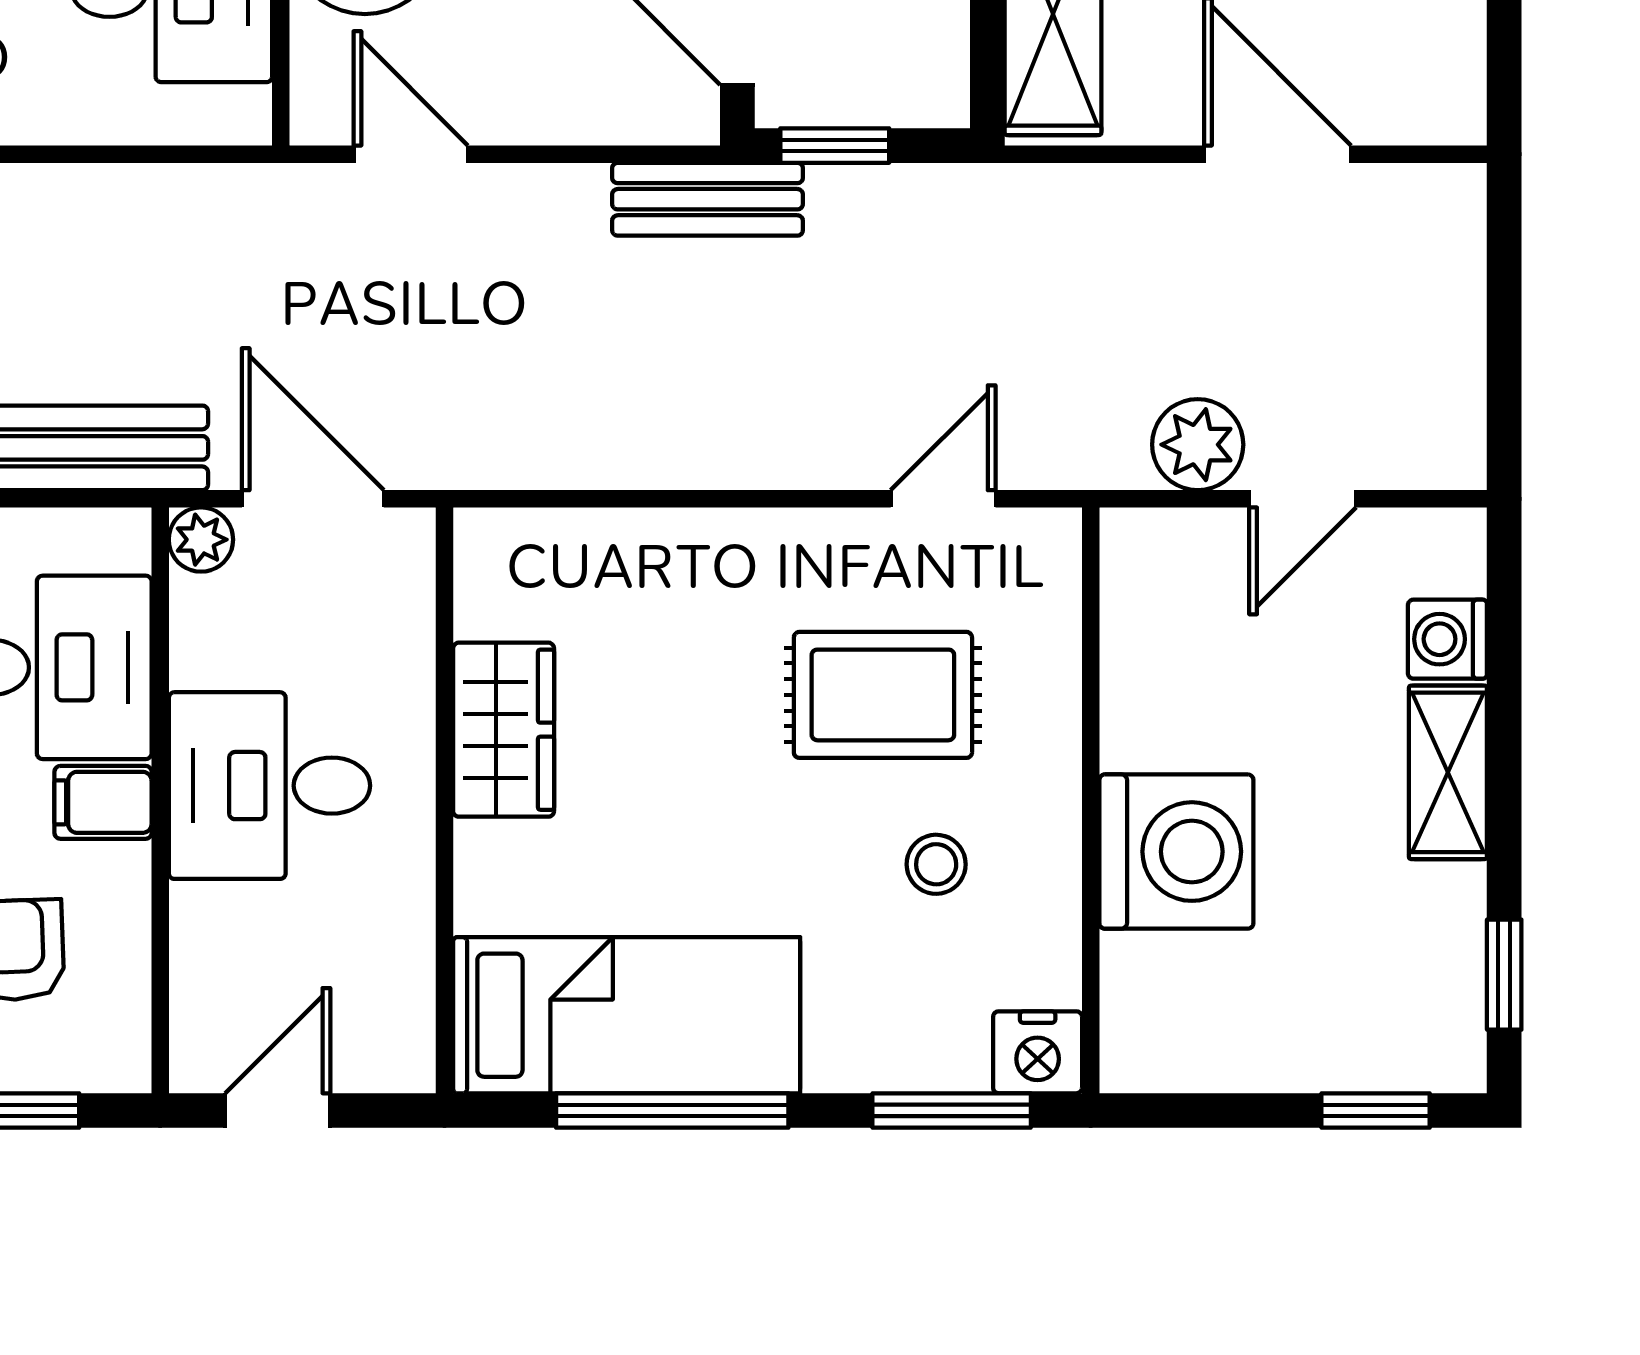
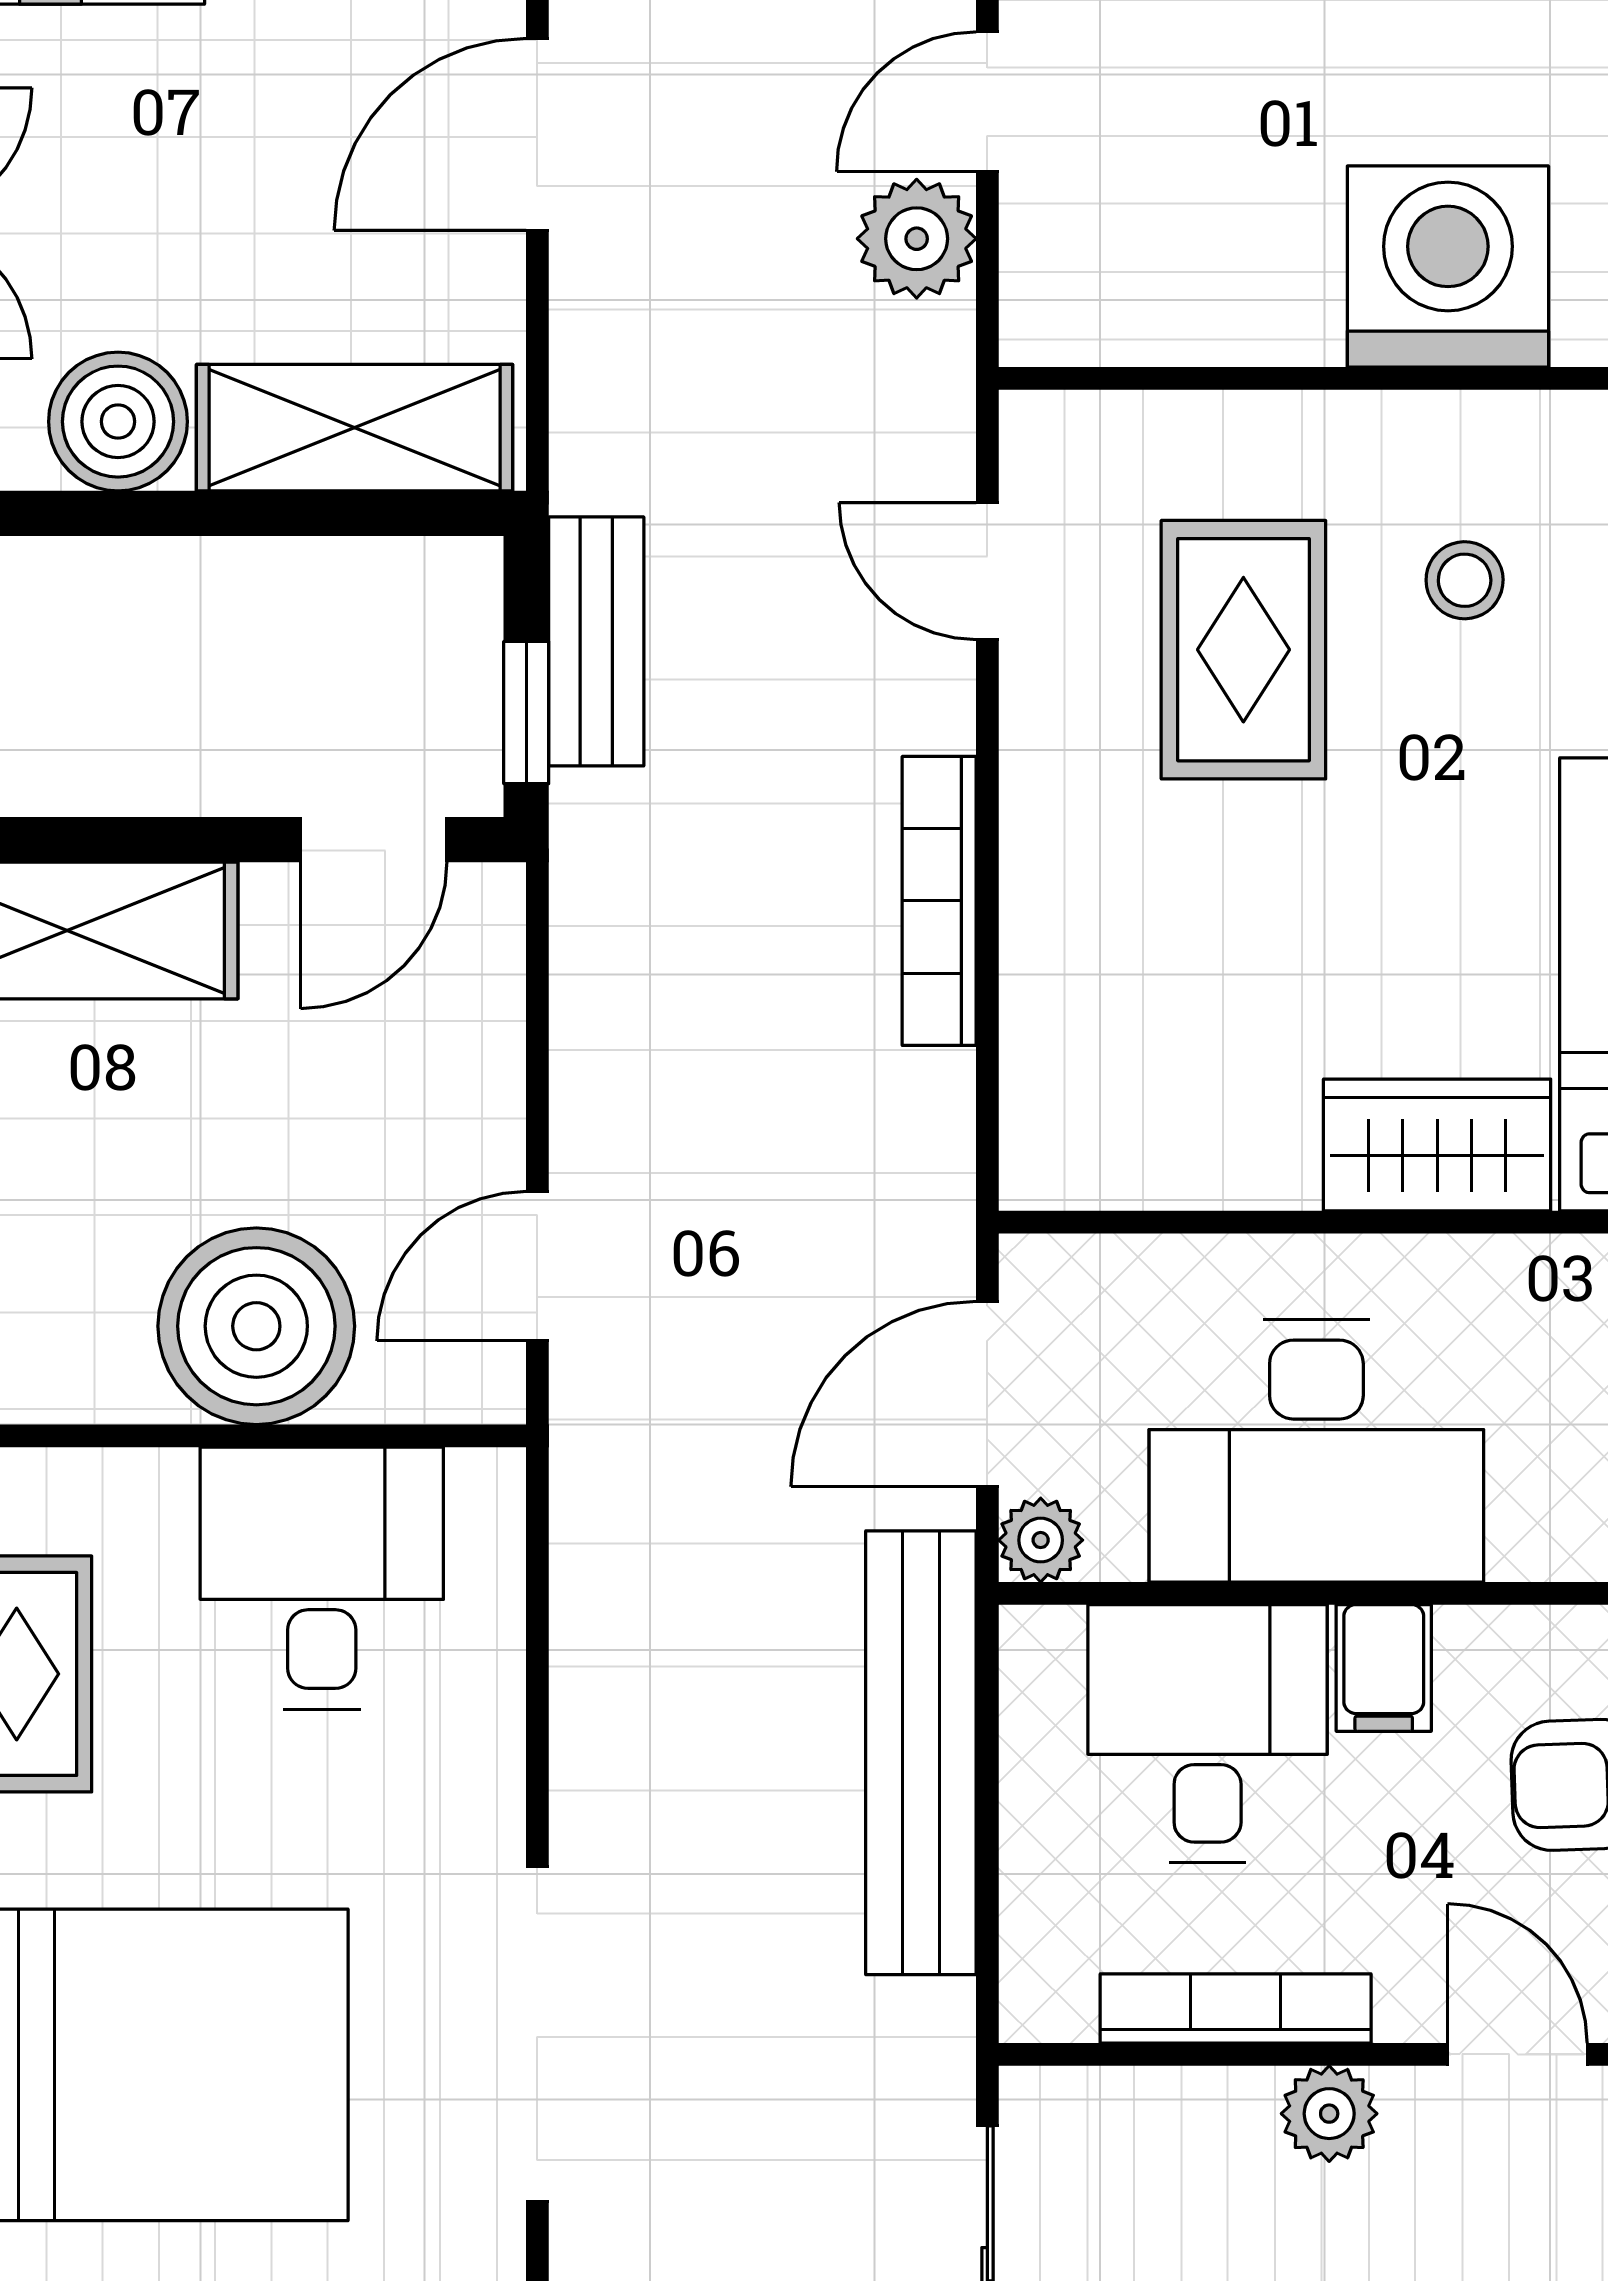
bench: (708, 199) -> (596, 641), moved
bookcase: (690, 462) -> (939, 901), added
door: (1303, 499) -> (987, 102), swing flipped
wardrobe: (504, 730) -> (1437, 1145), moved
desk: (270, 786) -> (1316, 1451), width x1.37

